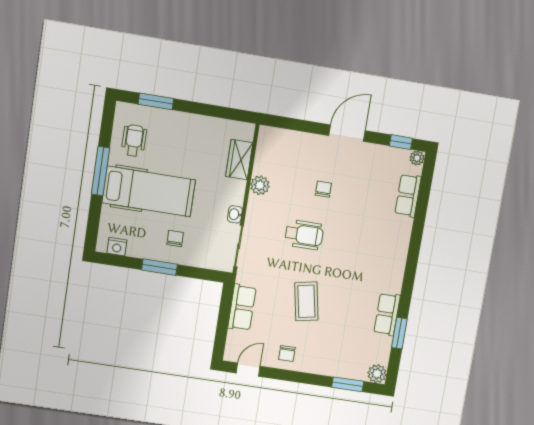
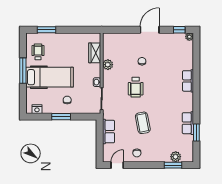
row of seats: (408, 195) -> (188, 81), moved
wheelchair: (304, 235) -> (136, 87), turned 90
plant: (377, 374) -> (176, 157), moved

